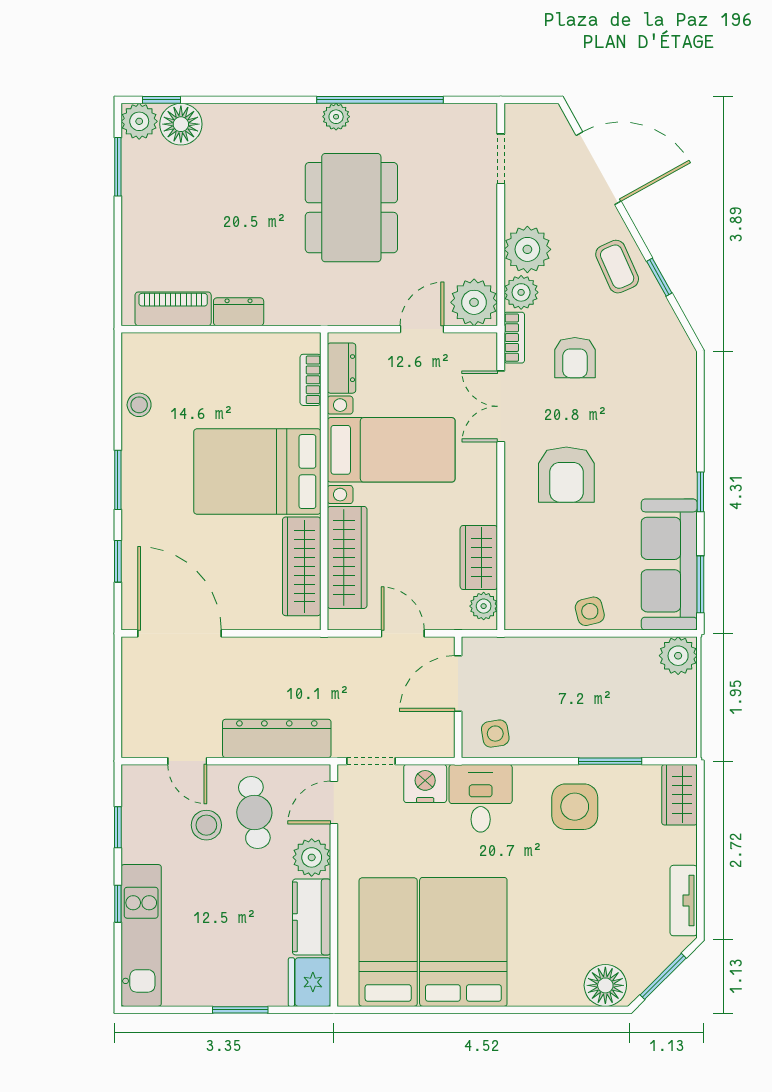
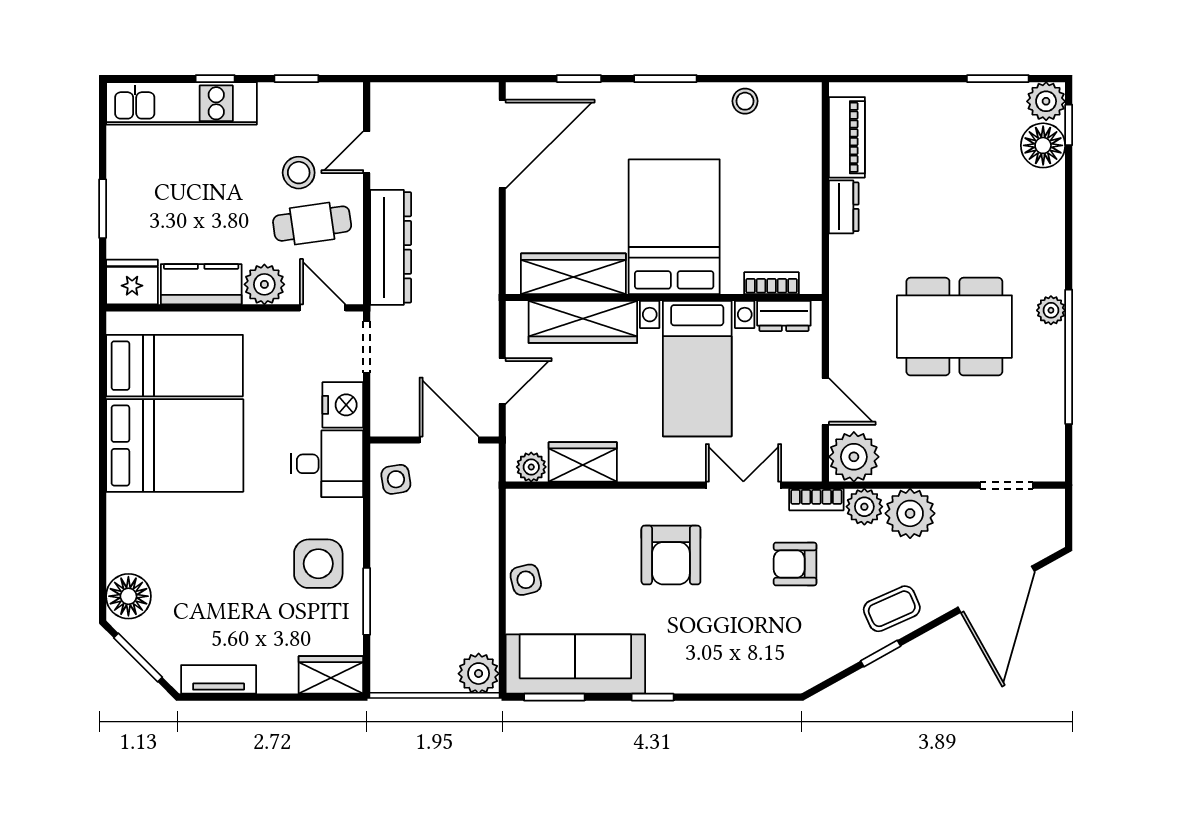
armchair: (566, 475) -> (671, 555), turned -90

